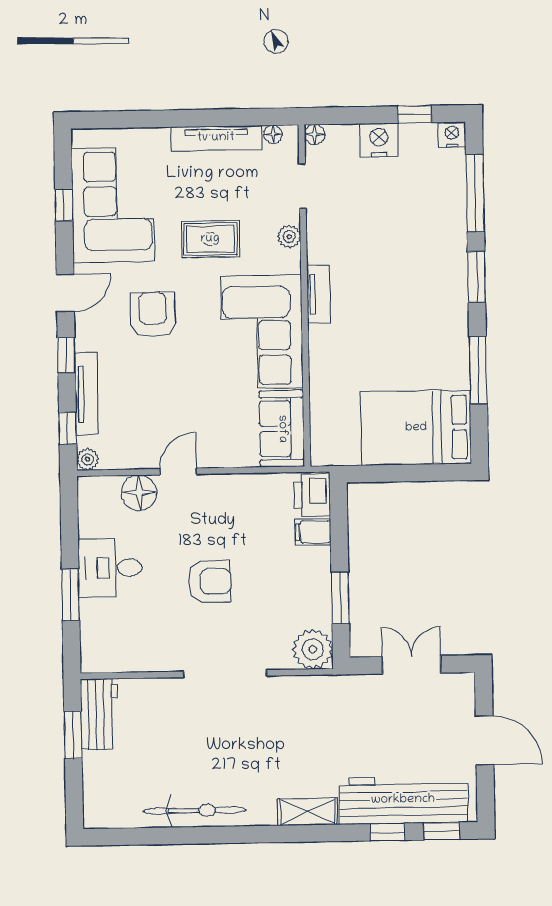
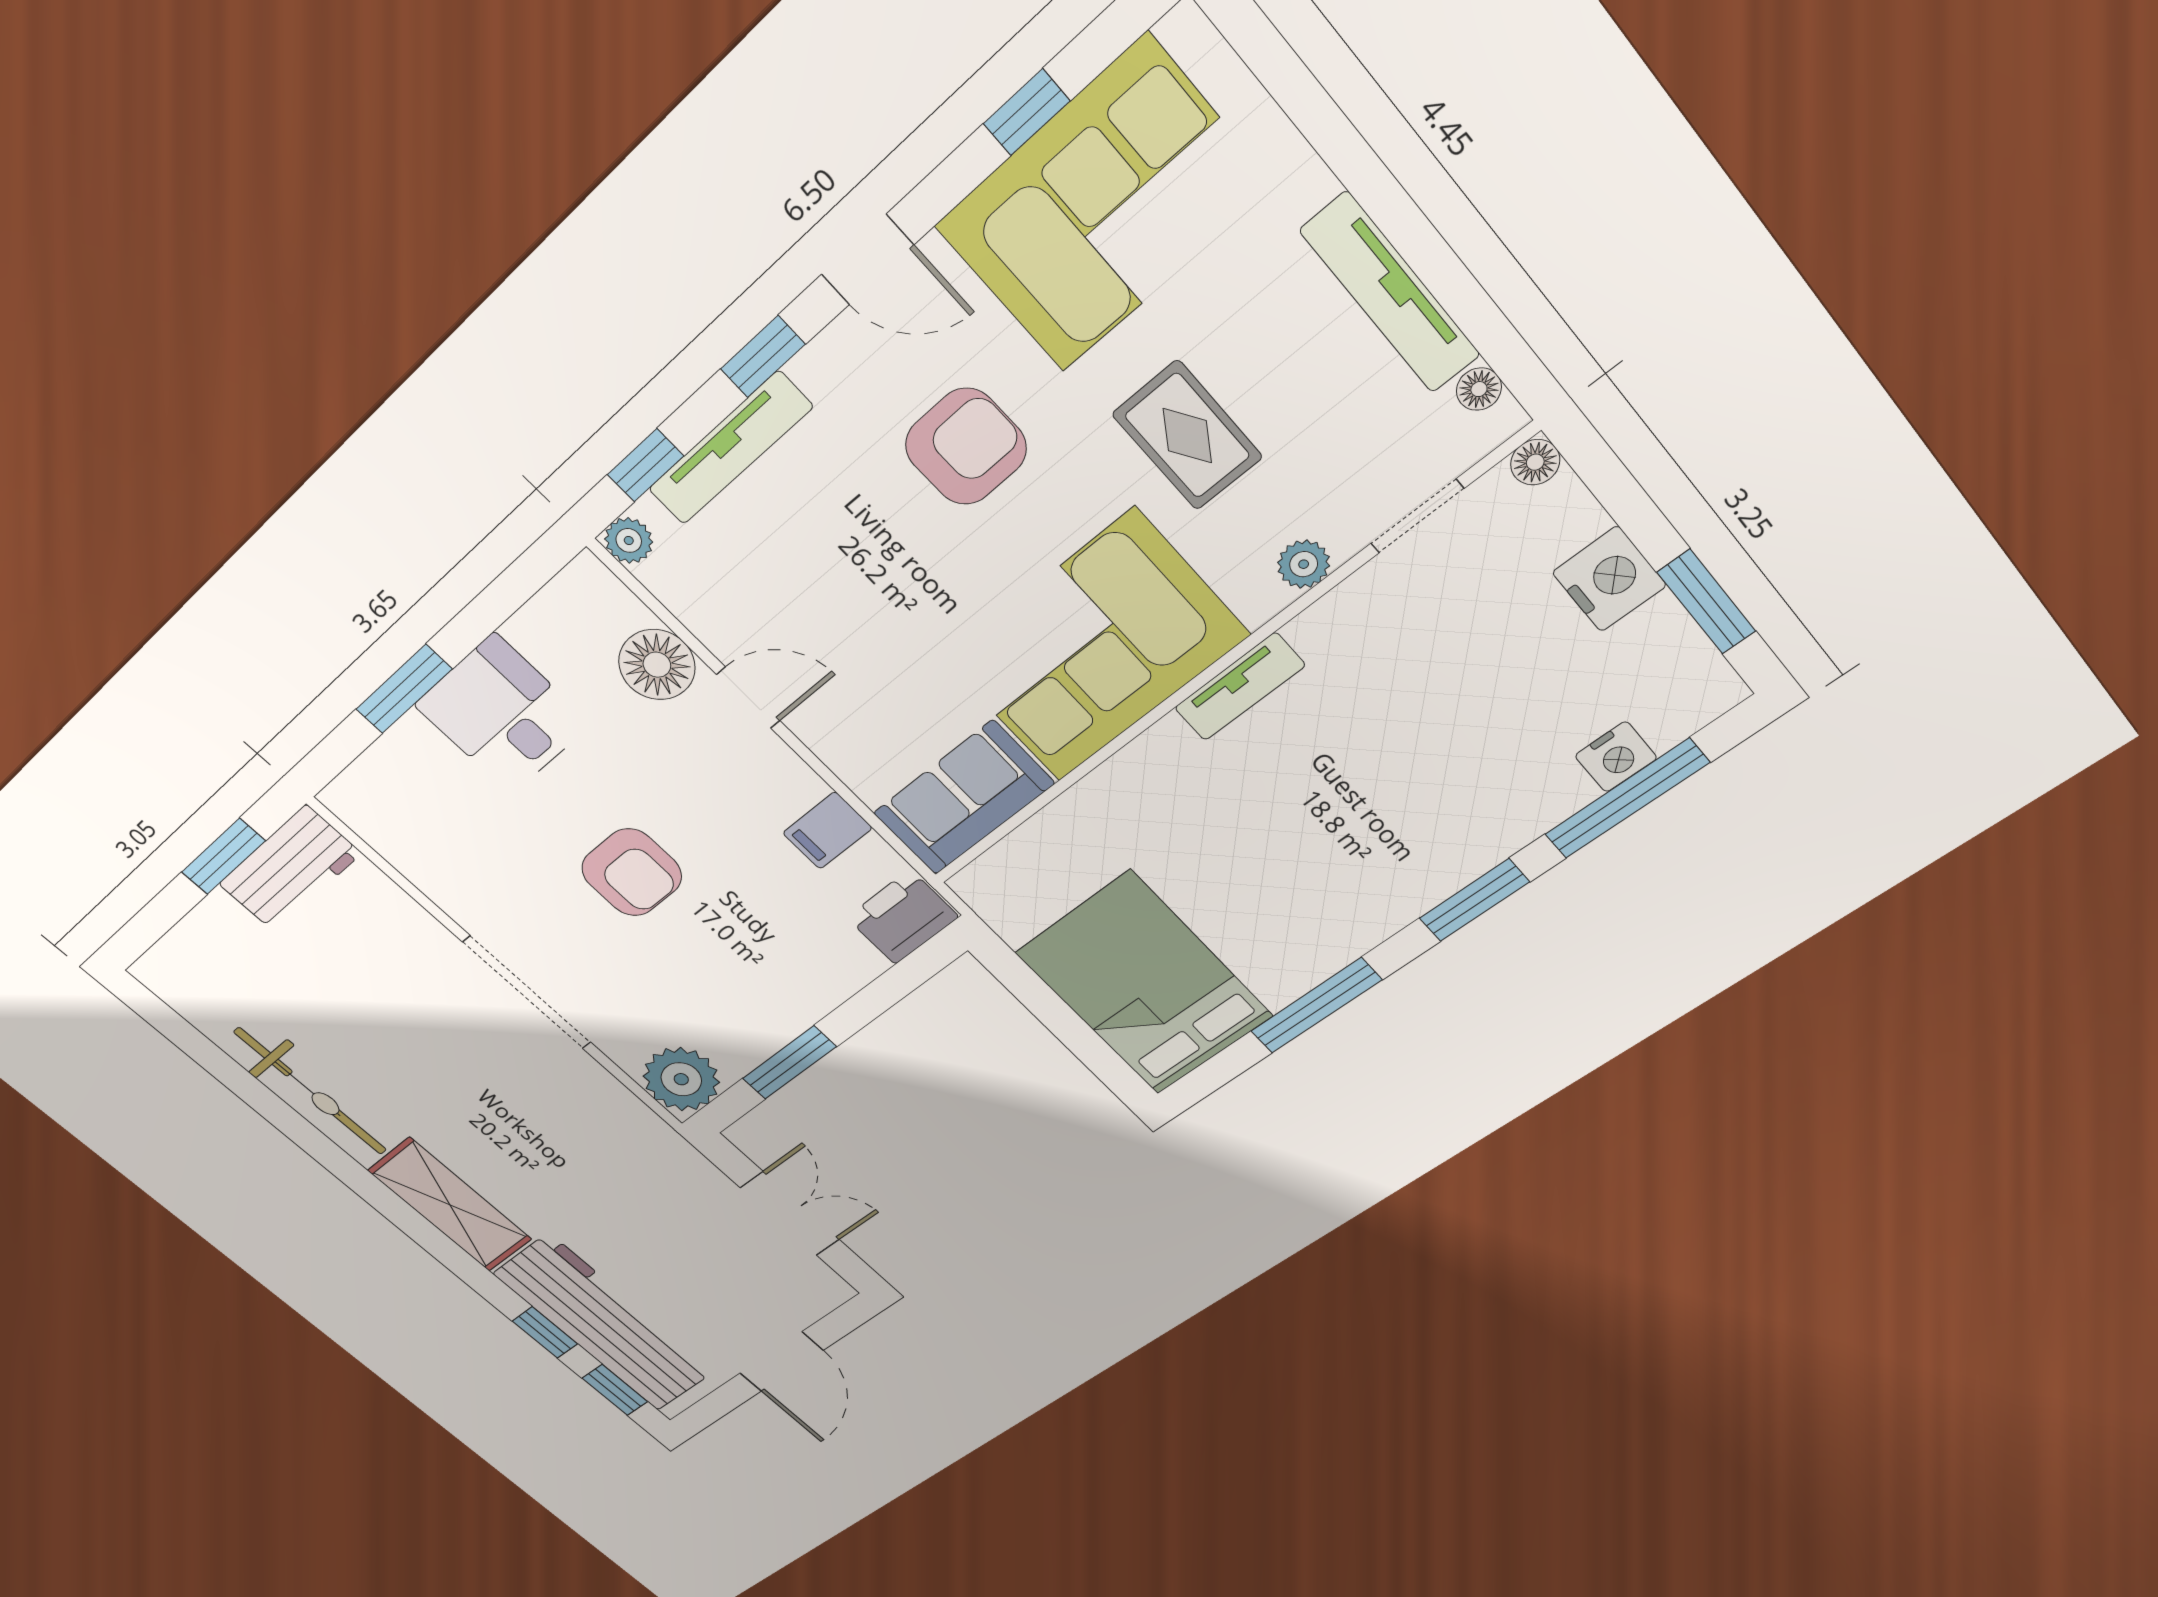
window: (414, 114) -> (1706, 602), width x1.50
nightstand: (452, 135) -> (1616, 757), moved, turned 90
filing cabinet: (313, 532) -> (827, 831), moved, turned -90
shelving: (308, 812) -> (450, 1205), width x1.50, depth x1.33

